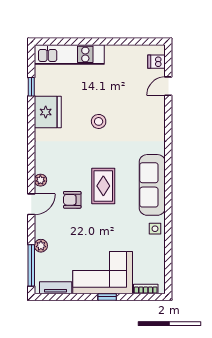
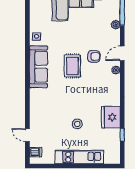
kitchen unit: (69, 54) -> (79, 157), moved
door: (168, 86) -> (27, 135), swing flipped
stool: (99, 121) -> (77, 124), moved

